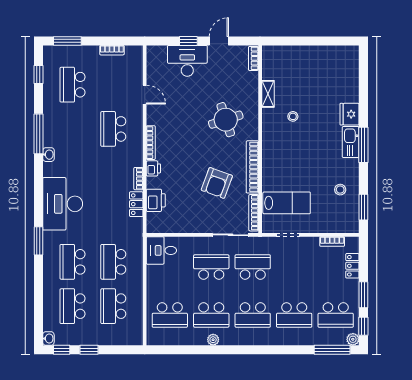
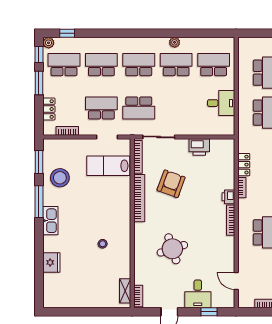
window: (188, 41) -> (209, 312), moved
desk: (187, 61) -> (198, 294), width x0.73
shelving: (268, 94) -> (125, 291), moved
door: (145, 95) -> (236, 281), moved
fridge: (350, 114) -> (51, 262), moved
round table: (226, 120) -> (172, 249), moved
window: (363, 145) -> (39, 202), moved
stool: (340, 190) -> (60, 178), width x1.89, depth x1.89
printer: (156, 200) -> (199, 147), moved, turned -90
desk: (161, 250) -> (221, 103), moved
school desk: (211, 267) -> (101, 108), moved, turned 180
window: (332, 350) -> (67, 33), width x0.46

